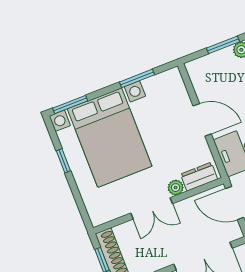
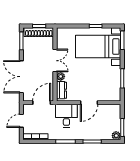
bed with nightstands: (110, 138) -> (98, 47), width x0.73
double door: (152, 208) -> (55, 61), swing flipped

